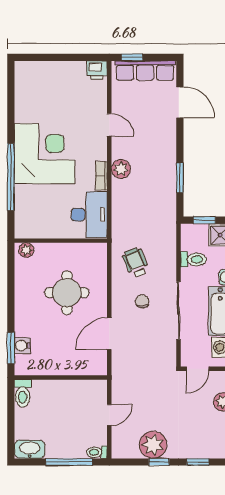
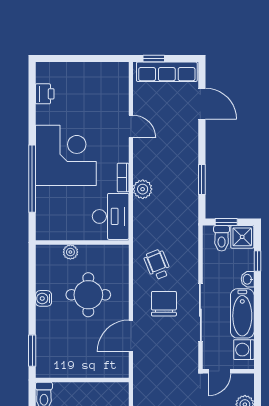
printer: (97, 70) -> (45, 94), moved, turned -90
plant: (121, 169) -> (143, 189), moved
plant: (26, 250) -> (70, 252), moved
toilet: (193, 259) -> (222, 238), moved, turned 90
chair: (142, 302) -> (164, 304), width x1.87, depth x1.87
water cooler: (22, 346) -> (44, 298), moved

